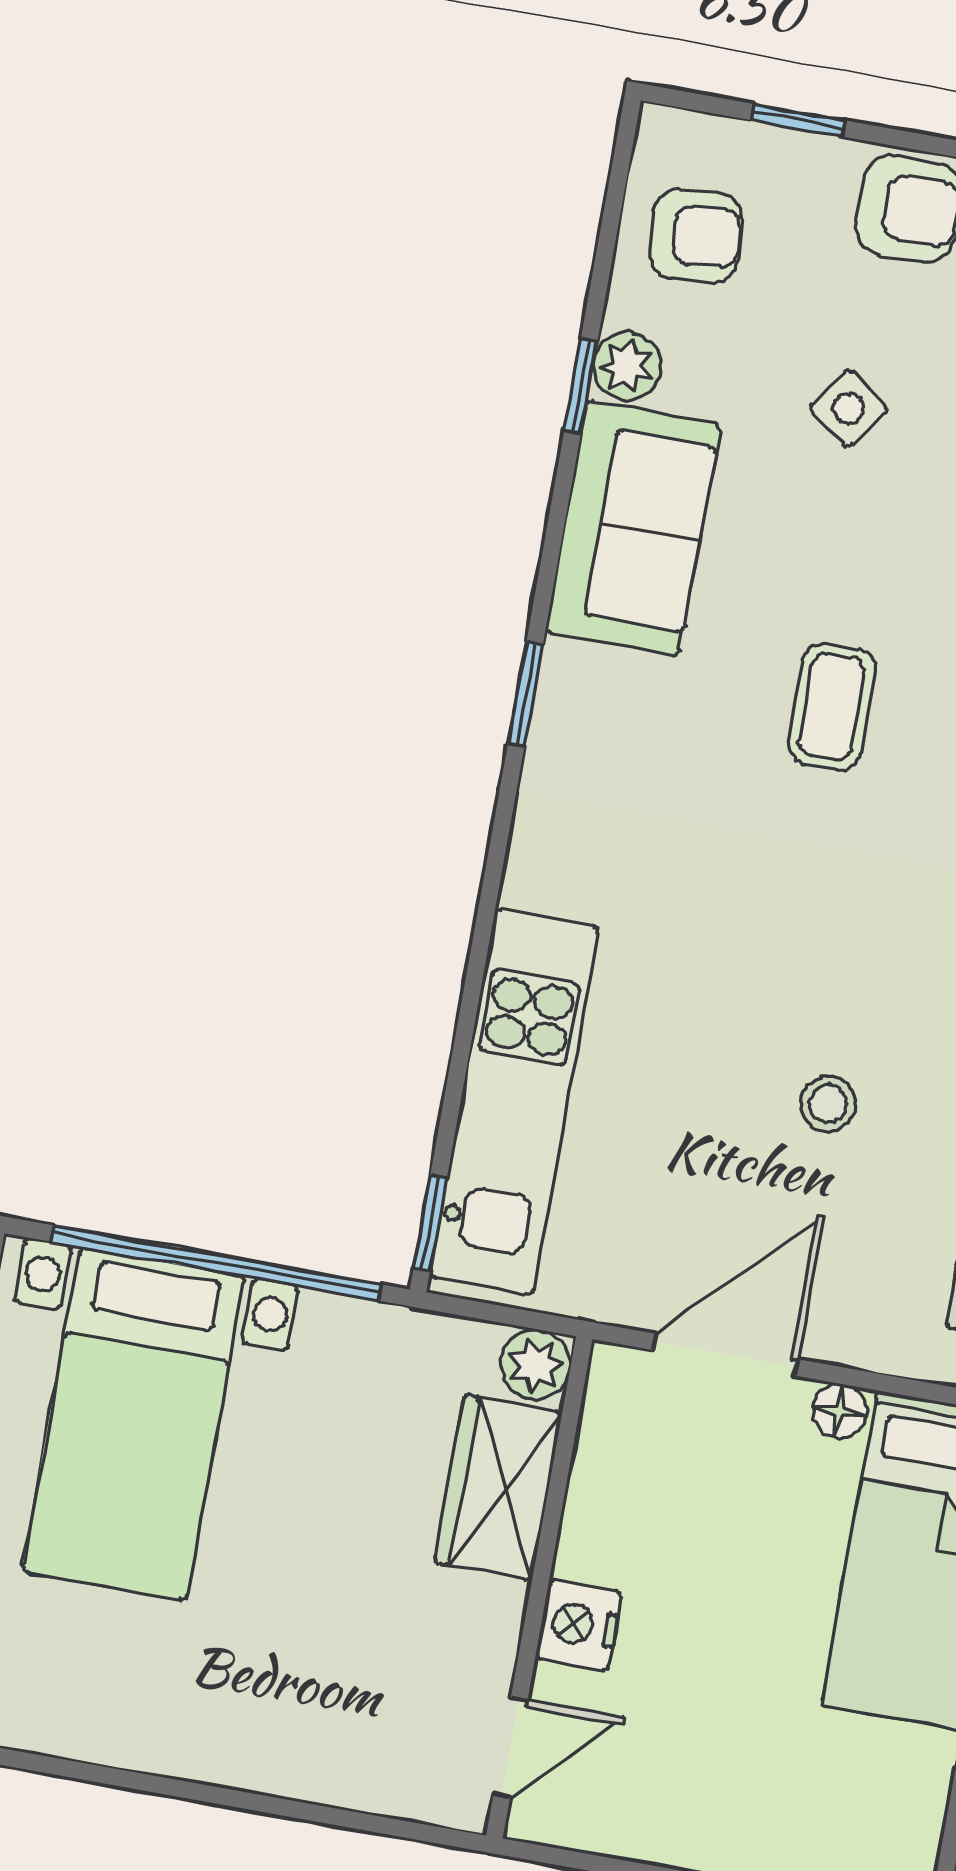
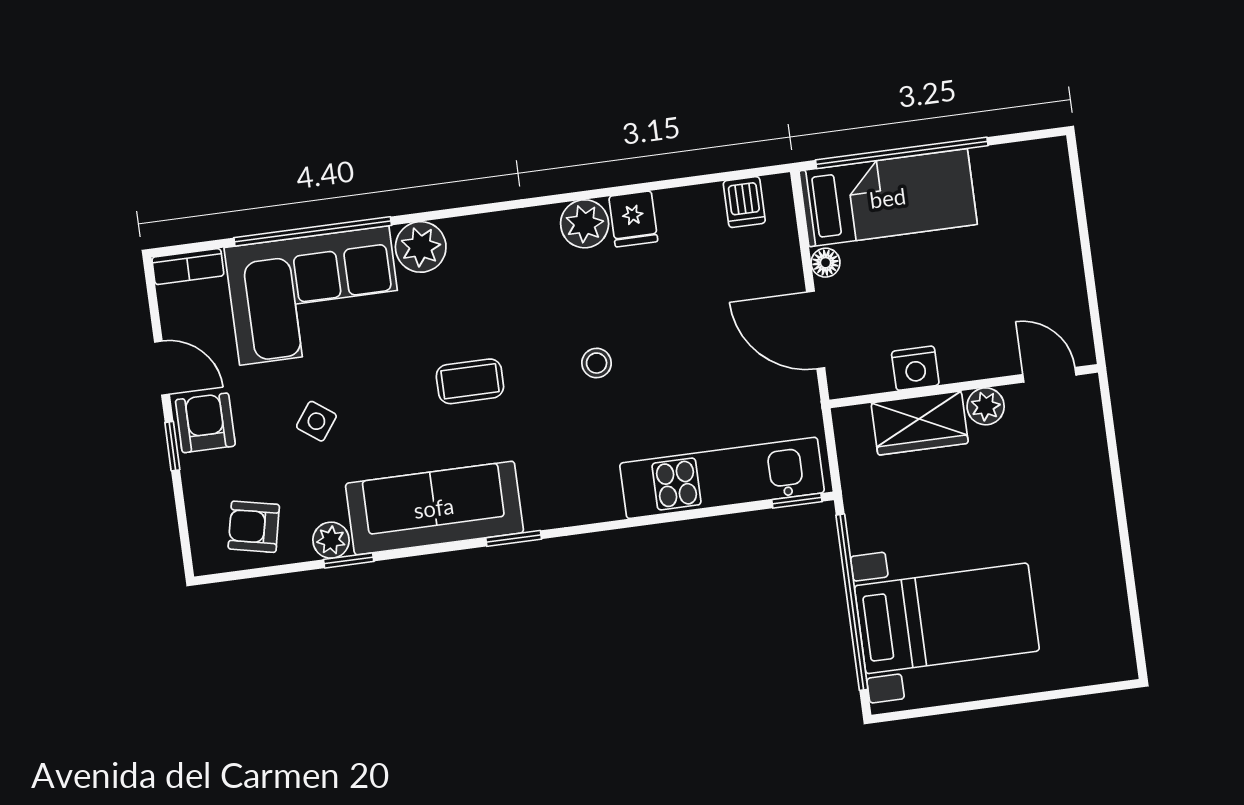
window: (798, 120) -> (172, 446), moved
armchair: (696, 236) -> (254, 527), turned -73
sofa: (633, 528) -> (434, 508), width x1.36
stool: (828, 1104) -> (597, 363), moved
plant: (536, 1365) -> (986, 406), moved
nightstand: (579, 1625) -> (915, 368), moved

